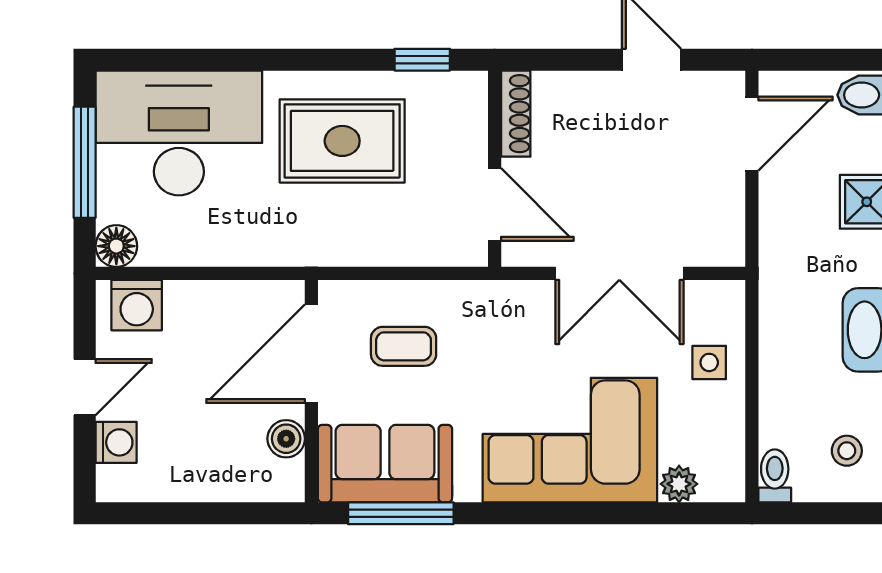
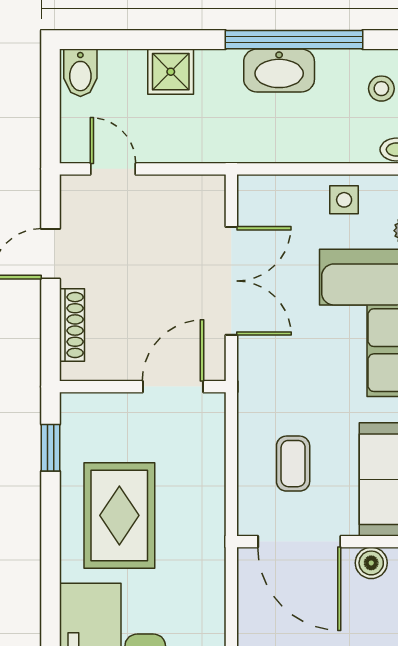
shoe rack: (516, 114) -> (72, 325), moved, turned 90
door: (752, 134) -> (113, 169), width x0.73
side table: (709, 362) -> (344, 200), moved

